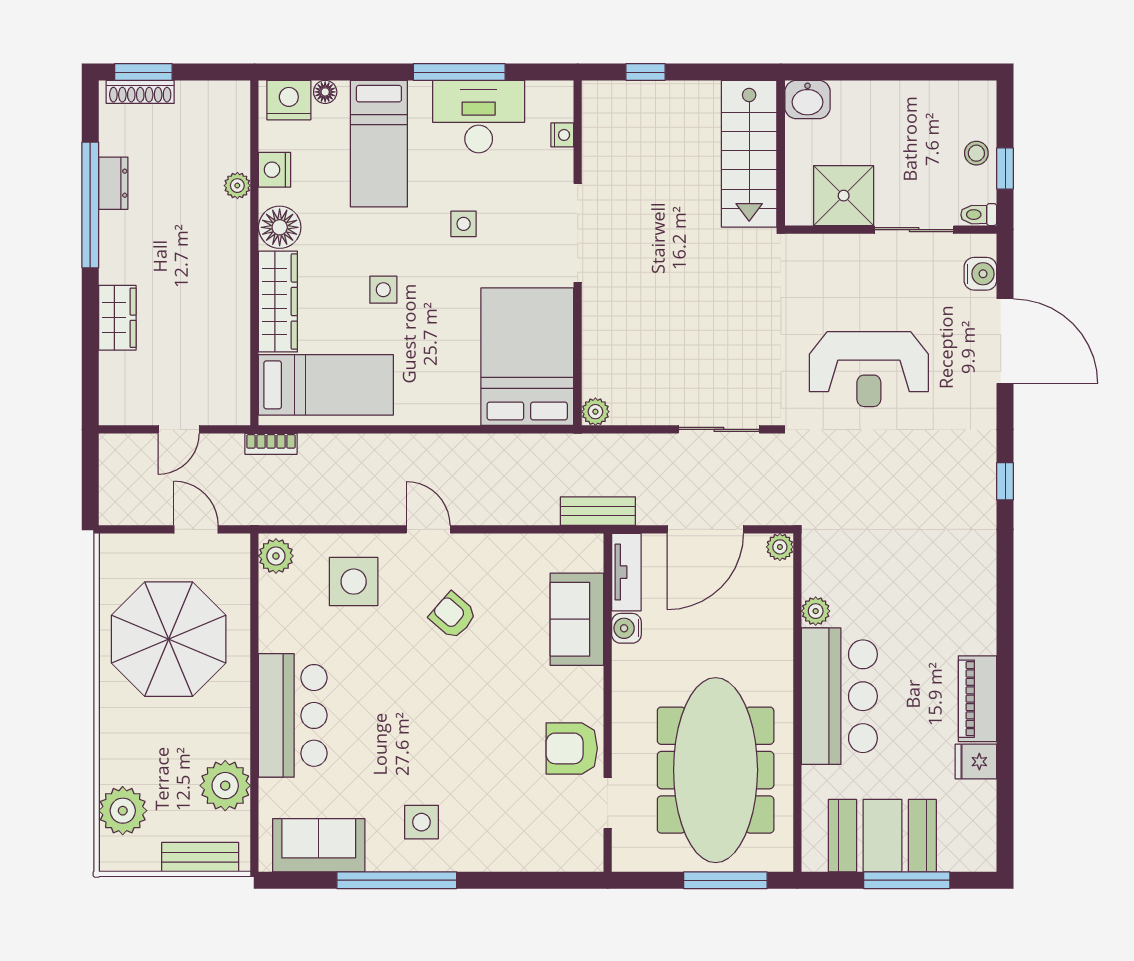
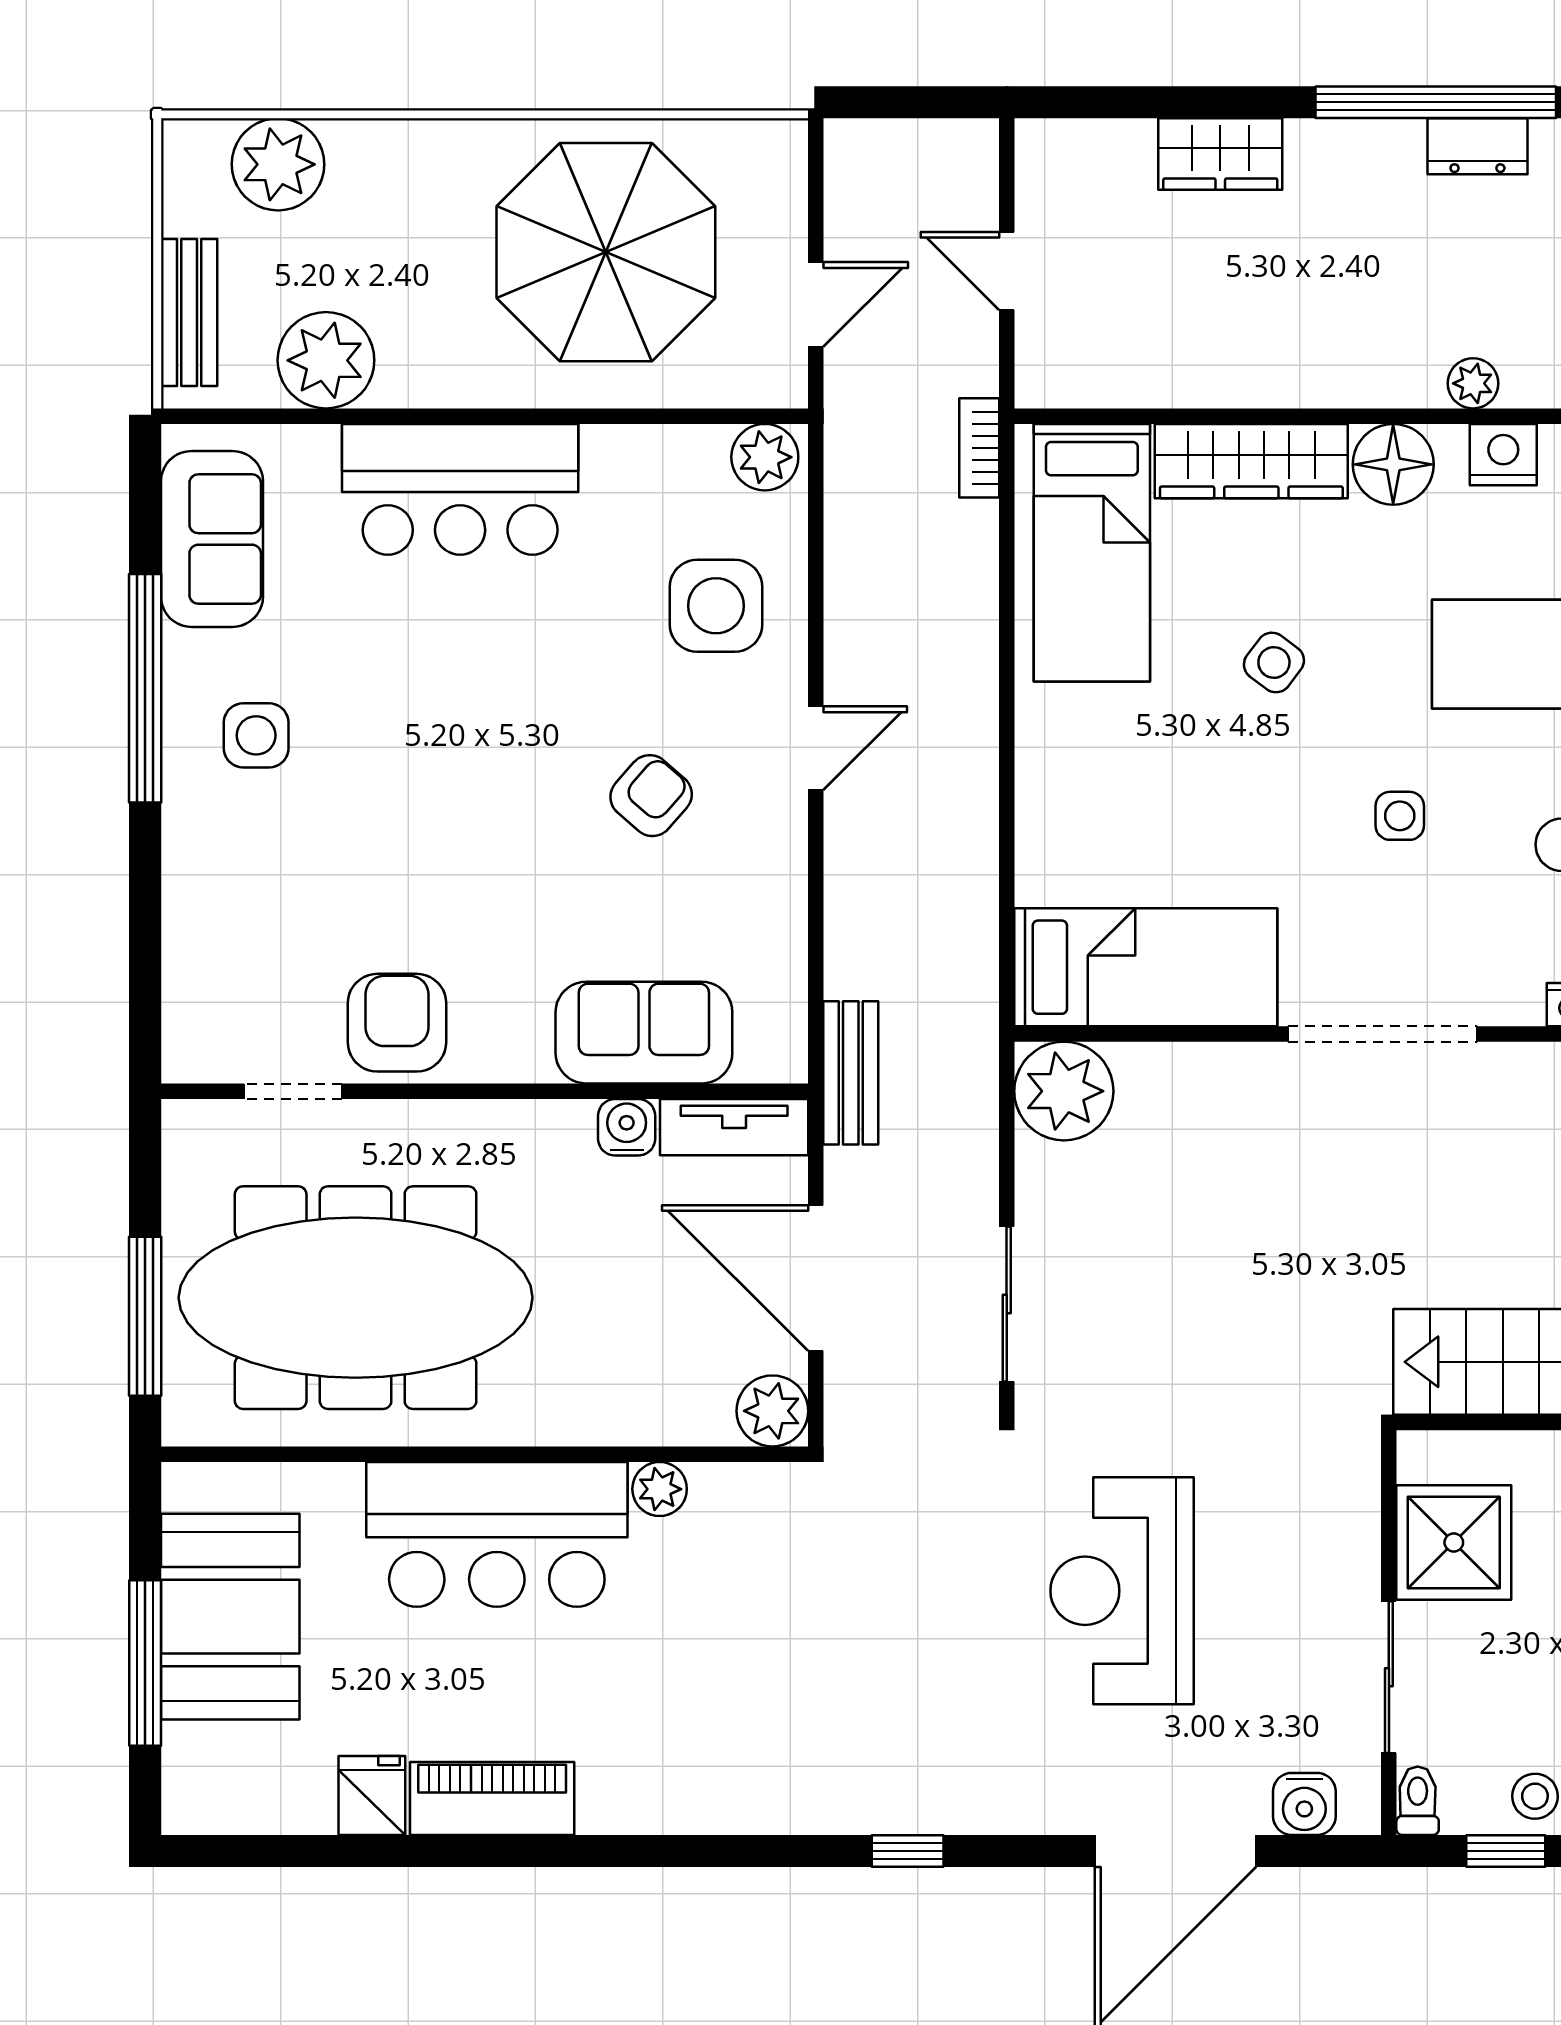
side table: (383, 290) -> (1274, 662), turned 37
bed: (527, 357) -> (1146, 967), width x0.67
plant: (595, 412) -> (1064, 1091), width x1.88, depth x1.88
plant: (780, 547) -> (772, 1411), width x1.38, depth x1.38

